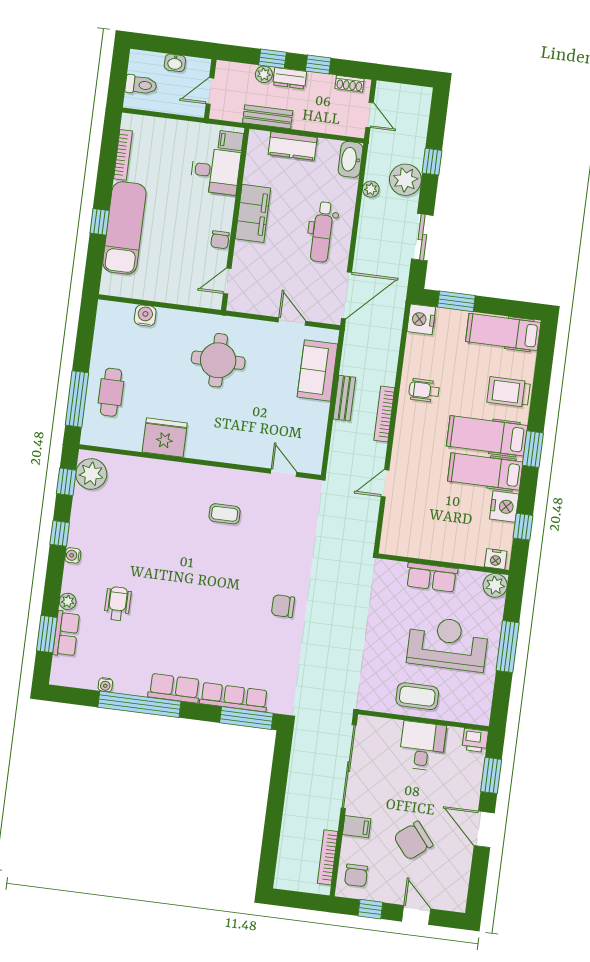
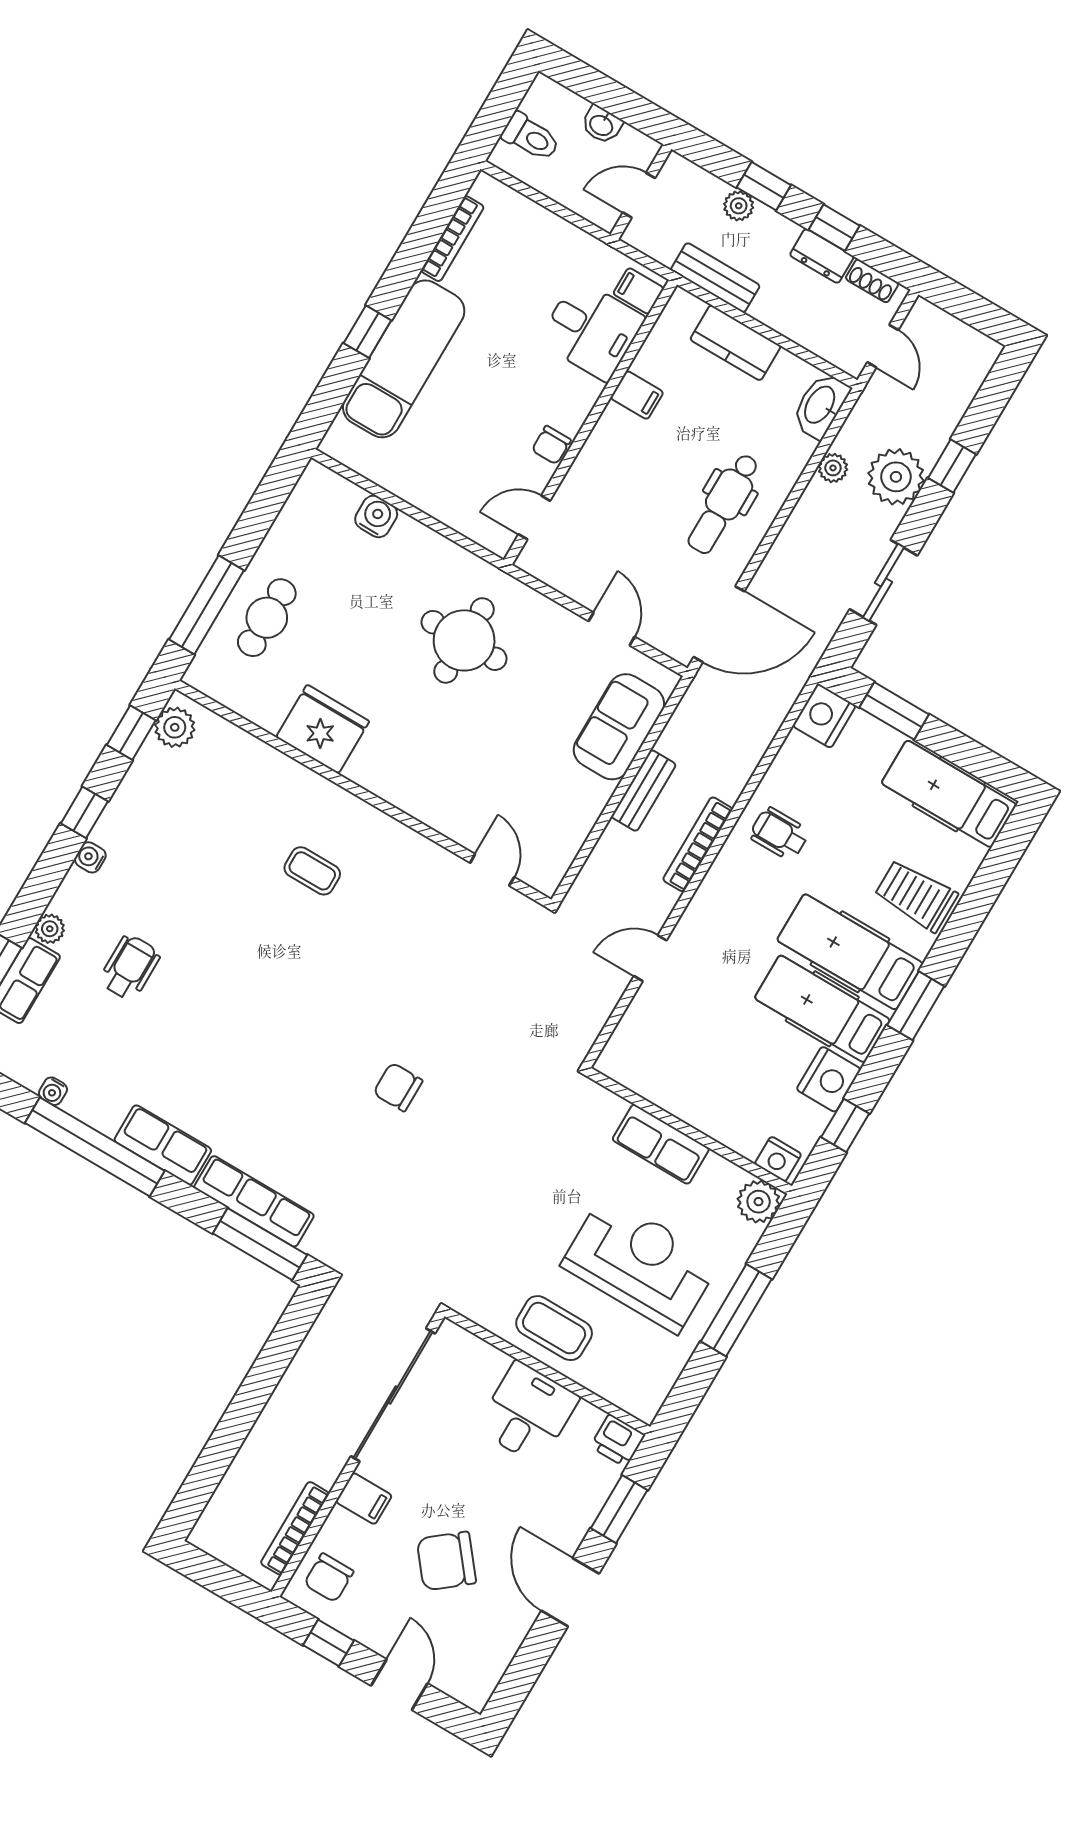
dresser: (290, 78) -> (822, 256), moved
filing cabinet: (253, 213) -> (637, 395), width x0.33, depth x0.86
plant: (91, 474) -> (175, 727), width x0.73, depth x0.73
coffee table: (225, 514) -> (312, 871), moved

